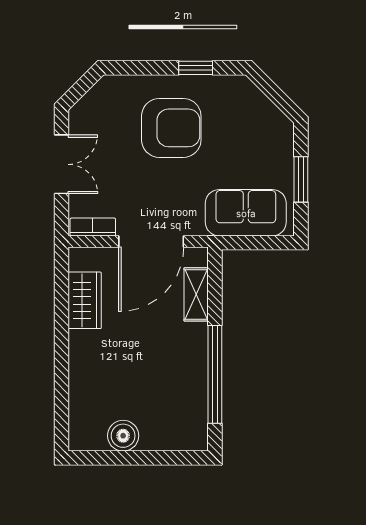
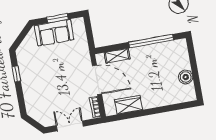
armchair: (171, 128) -> (45, 80), removed
sofa: (246, 213) -> (54, 33), moved, turned -90

